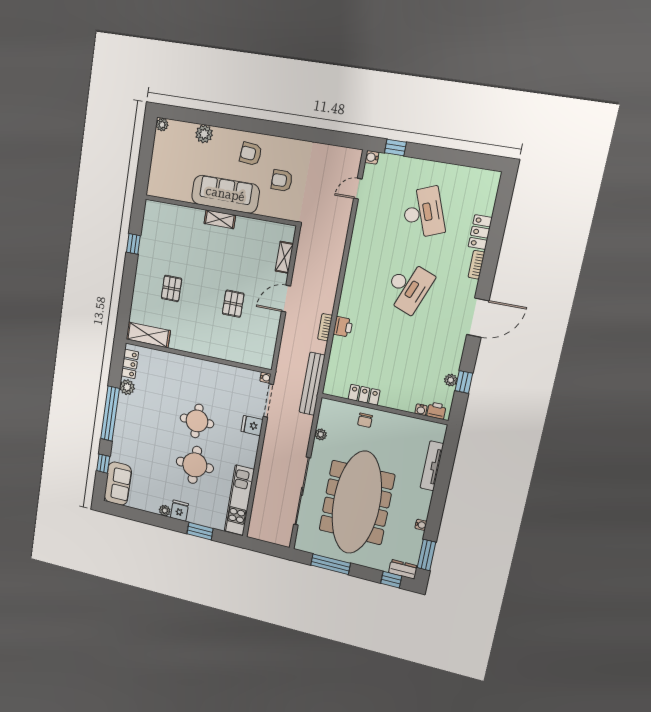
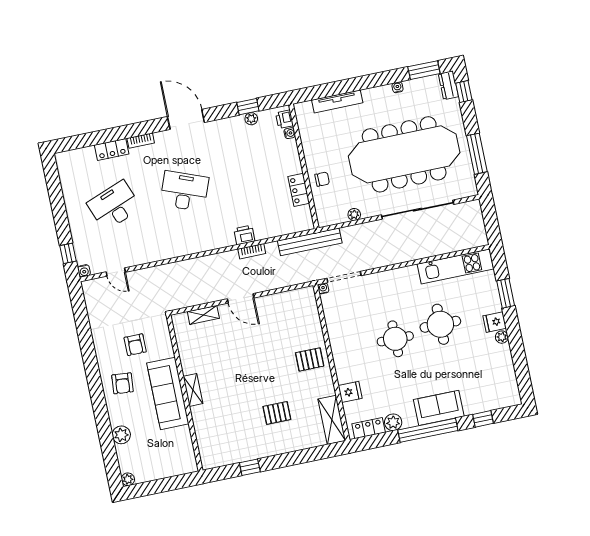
pallet: (233, 304) -> (310, 359), moved
fridge: (252, 426) -> (350, 392), moved, turned -90
sofa: (118, 484) -> (439, 408), moved

